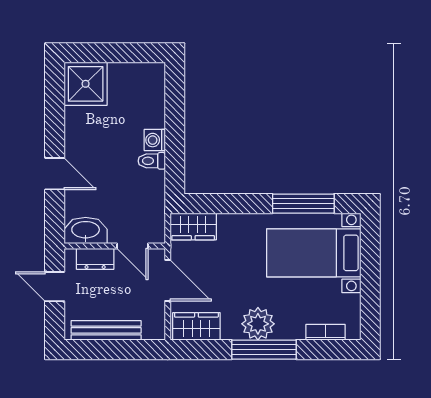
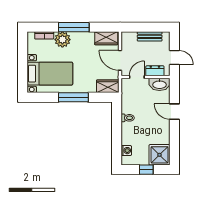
window: (113, 53) -> (146, 170), added
washing machine: (155, 140) -> (126, 151), moved
window: (303, 204) -> (73, 97), moved
door: (132, 246) -> (137, 77), hinge flipped
plant: (258, 324) -> (62, 40), moved
bench: (106, 330) -> (150, 36), width x0.73

